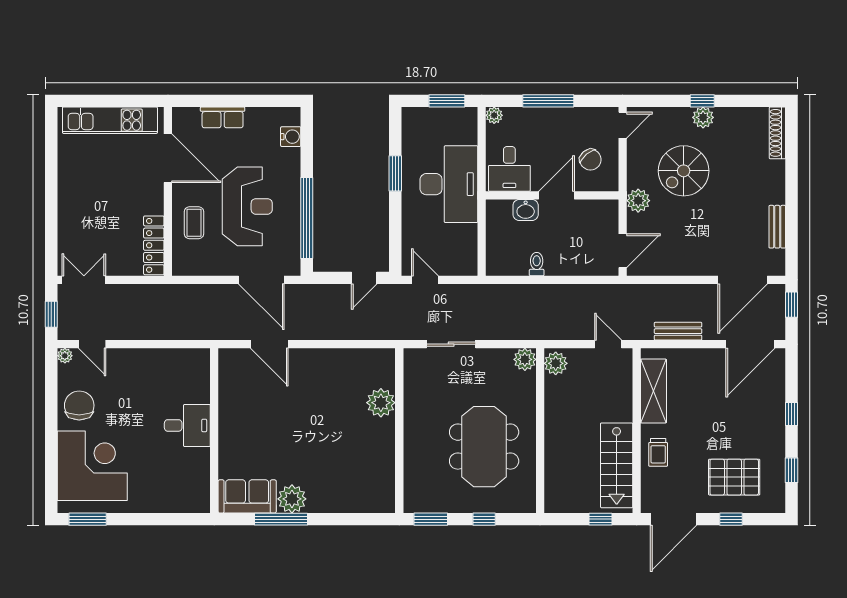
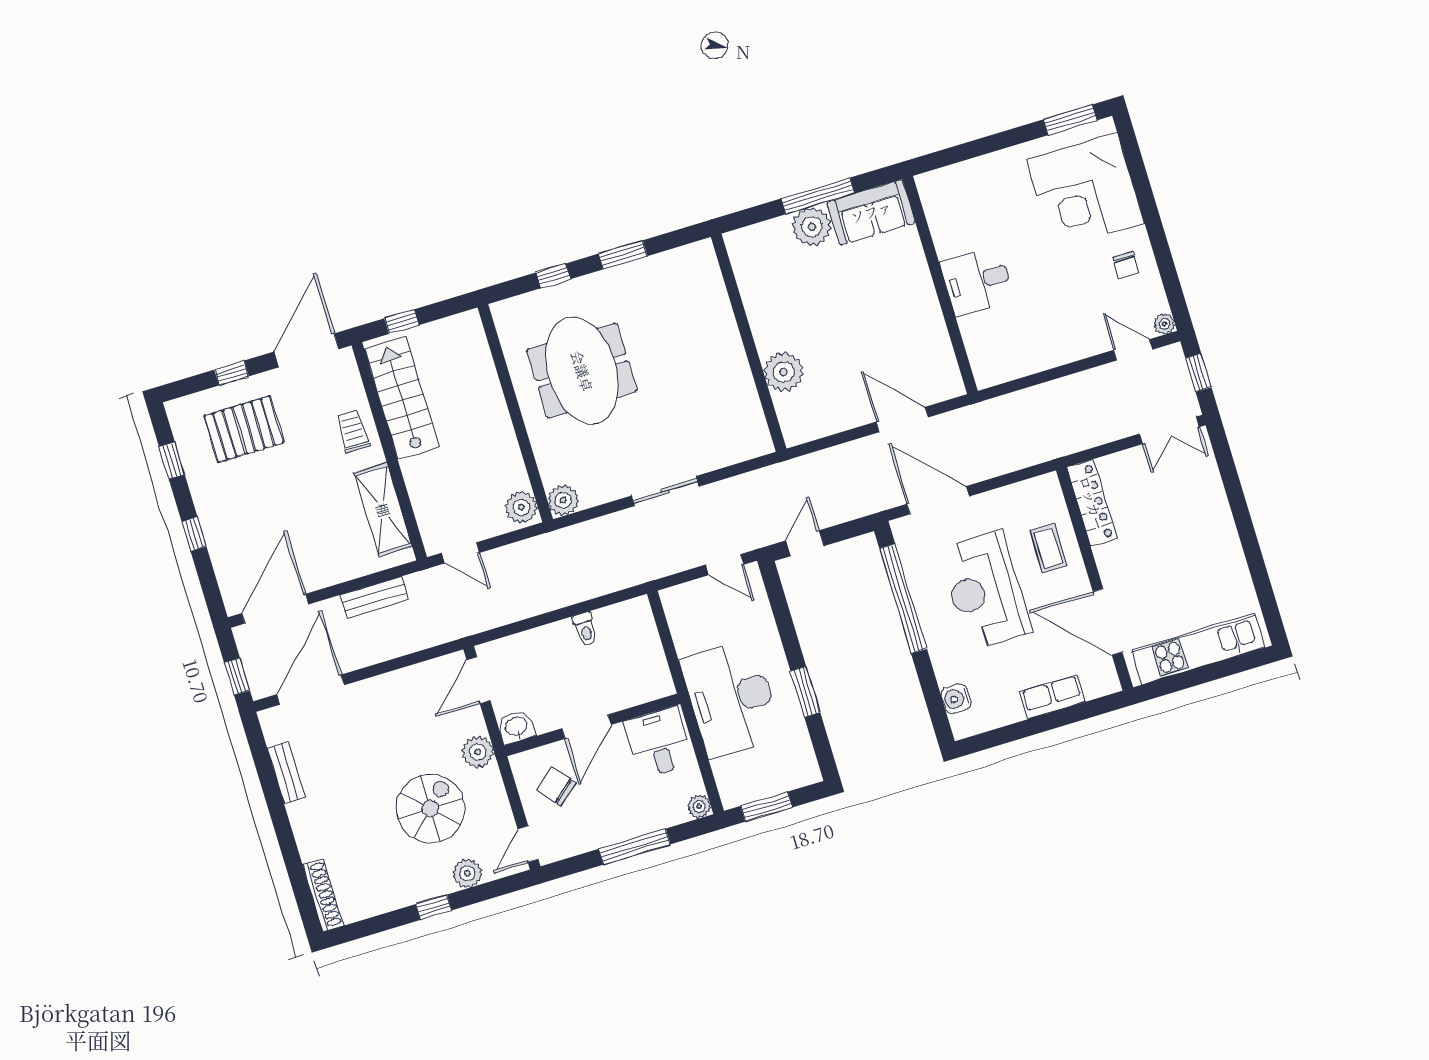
plant: (703, 117) -> (467, 873), moved
washbasin: (526, 210) -> (516, 727), moved
plant: (381, 403) -> (784, 372), moved
chair: (79, 405) -> (1126, 265), width x0.54, depth x0.54
wall: (399, 431) -> (749, 343), moved

